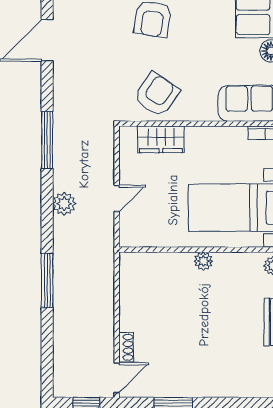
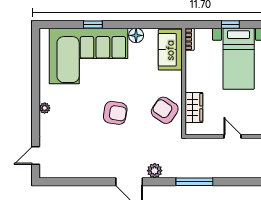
plant: (64, 204) -> (155, 171), moved

